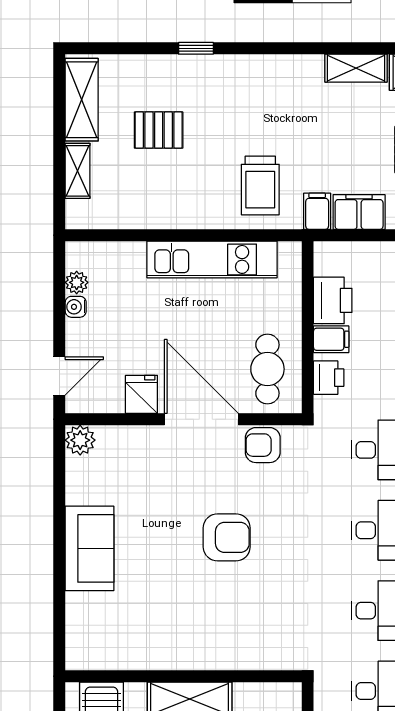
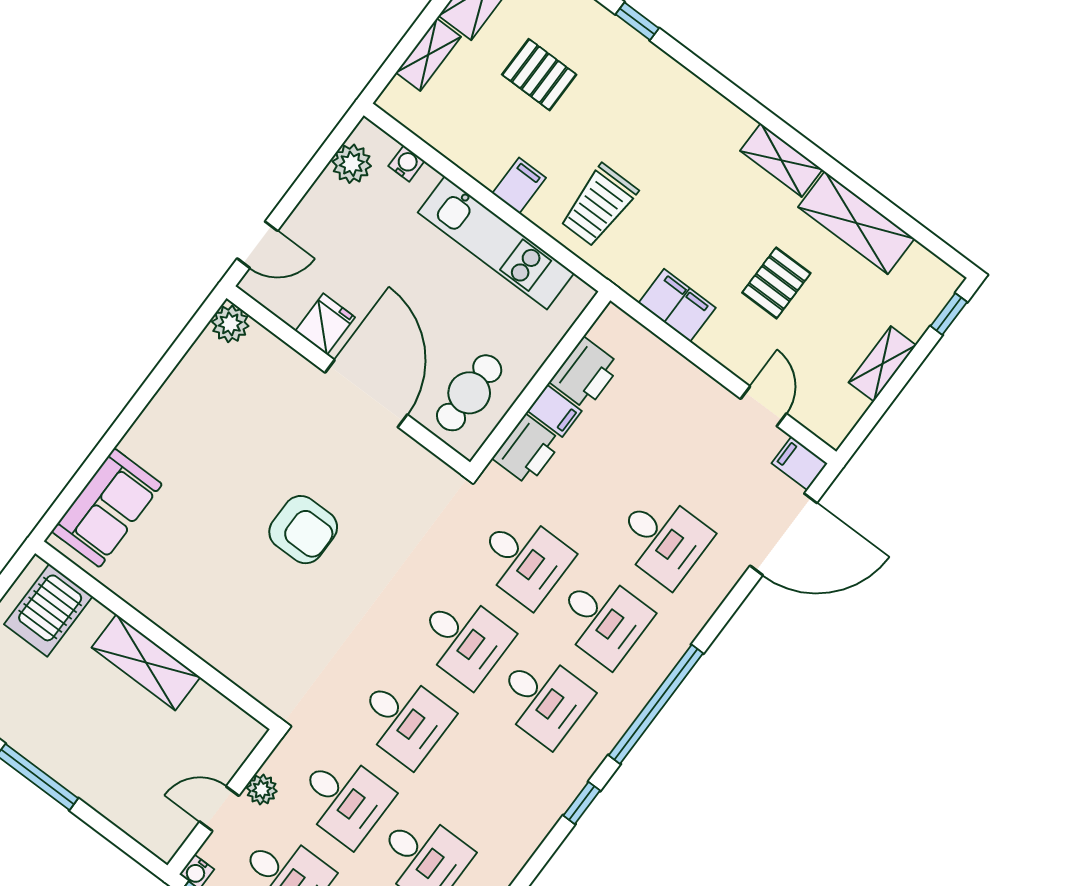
filing cabinet: (317, 211) -> (519, 186), moved
plant: (77, 282) -> (352, 164), width x1.38, depth x1.38
water cooler: (76, 307) -> (406, 164), moved, turned 90
printer: (329, 378) -> (527, 450), width x1.36, depth x1.24
armchair: (263, 445) -> (408, 465), removed
sofa: (90, 548) -> (107, 508), moved

